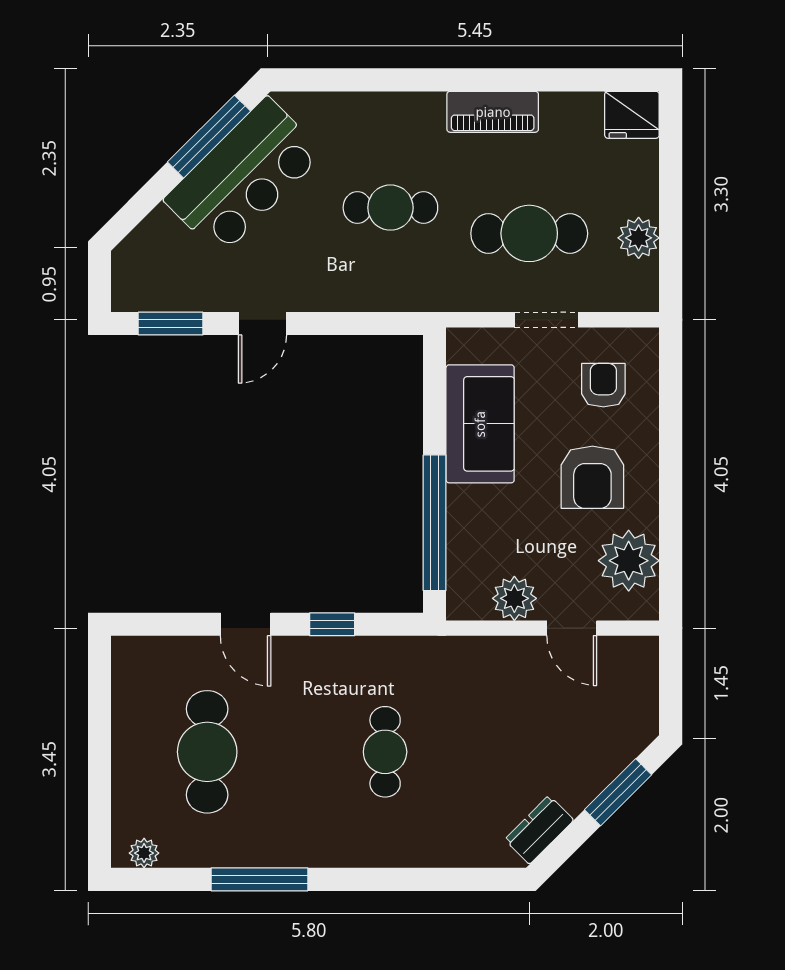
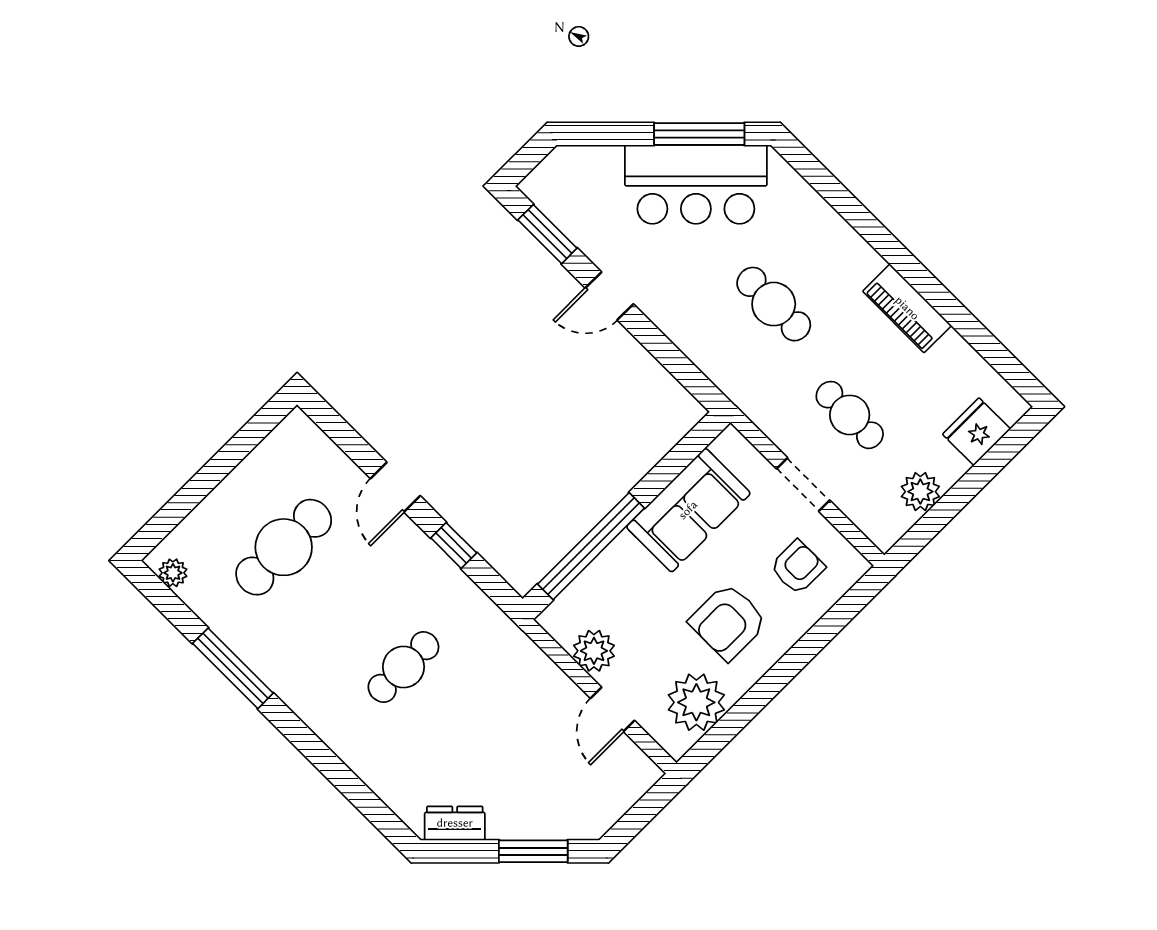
fridge: (632, 115) -> (976, 432), moved, turned 90
cafe table: (529, 233) -> (850, 415), width x0.73, depth x0.74

